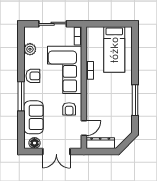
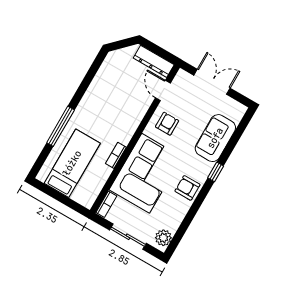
plant: (30, 49) -> (163, 238), moved
window: (21, 96) -> (216, 172), width x0.46
window: (135, 100) -> (61, 126), moved
door: (84, 128) -> (163, 90), hinge flipped
floor lamp: (34, 143) -> (232, 107), removed

